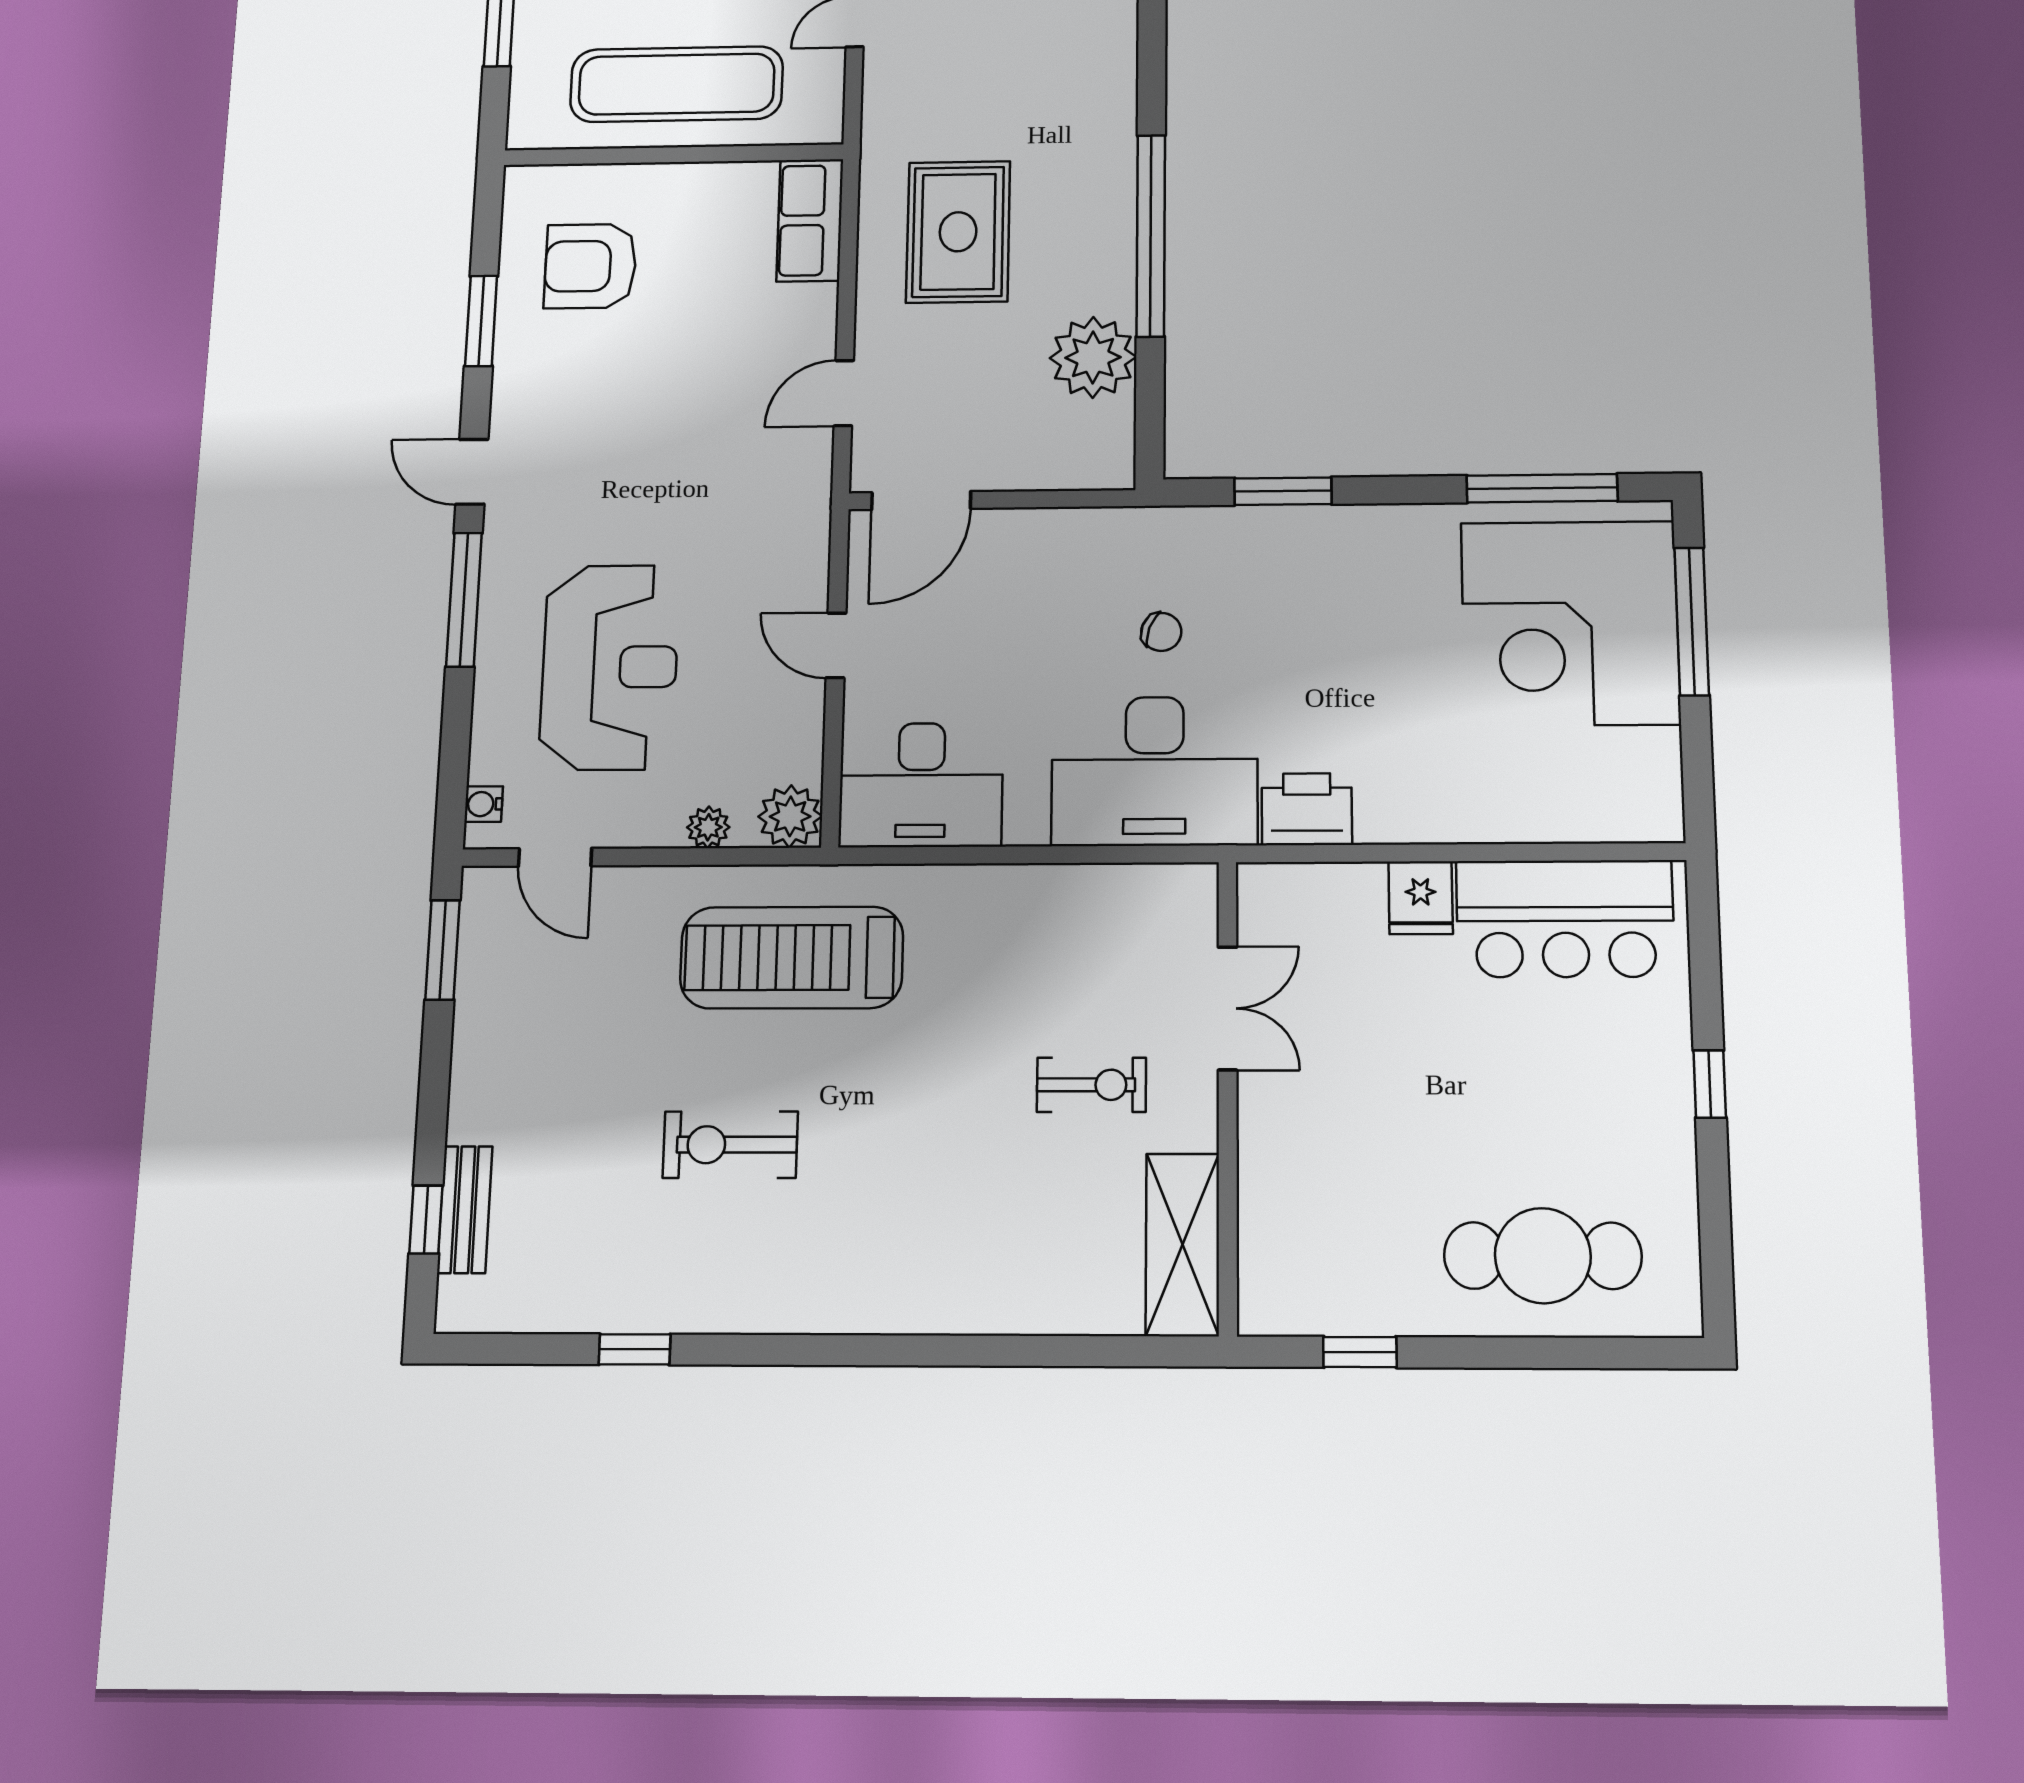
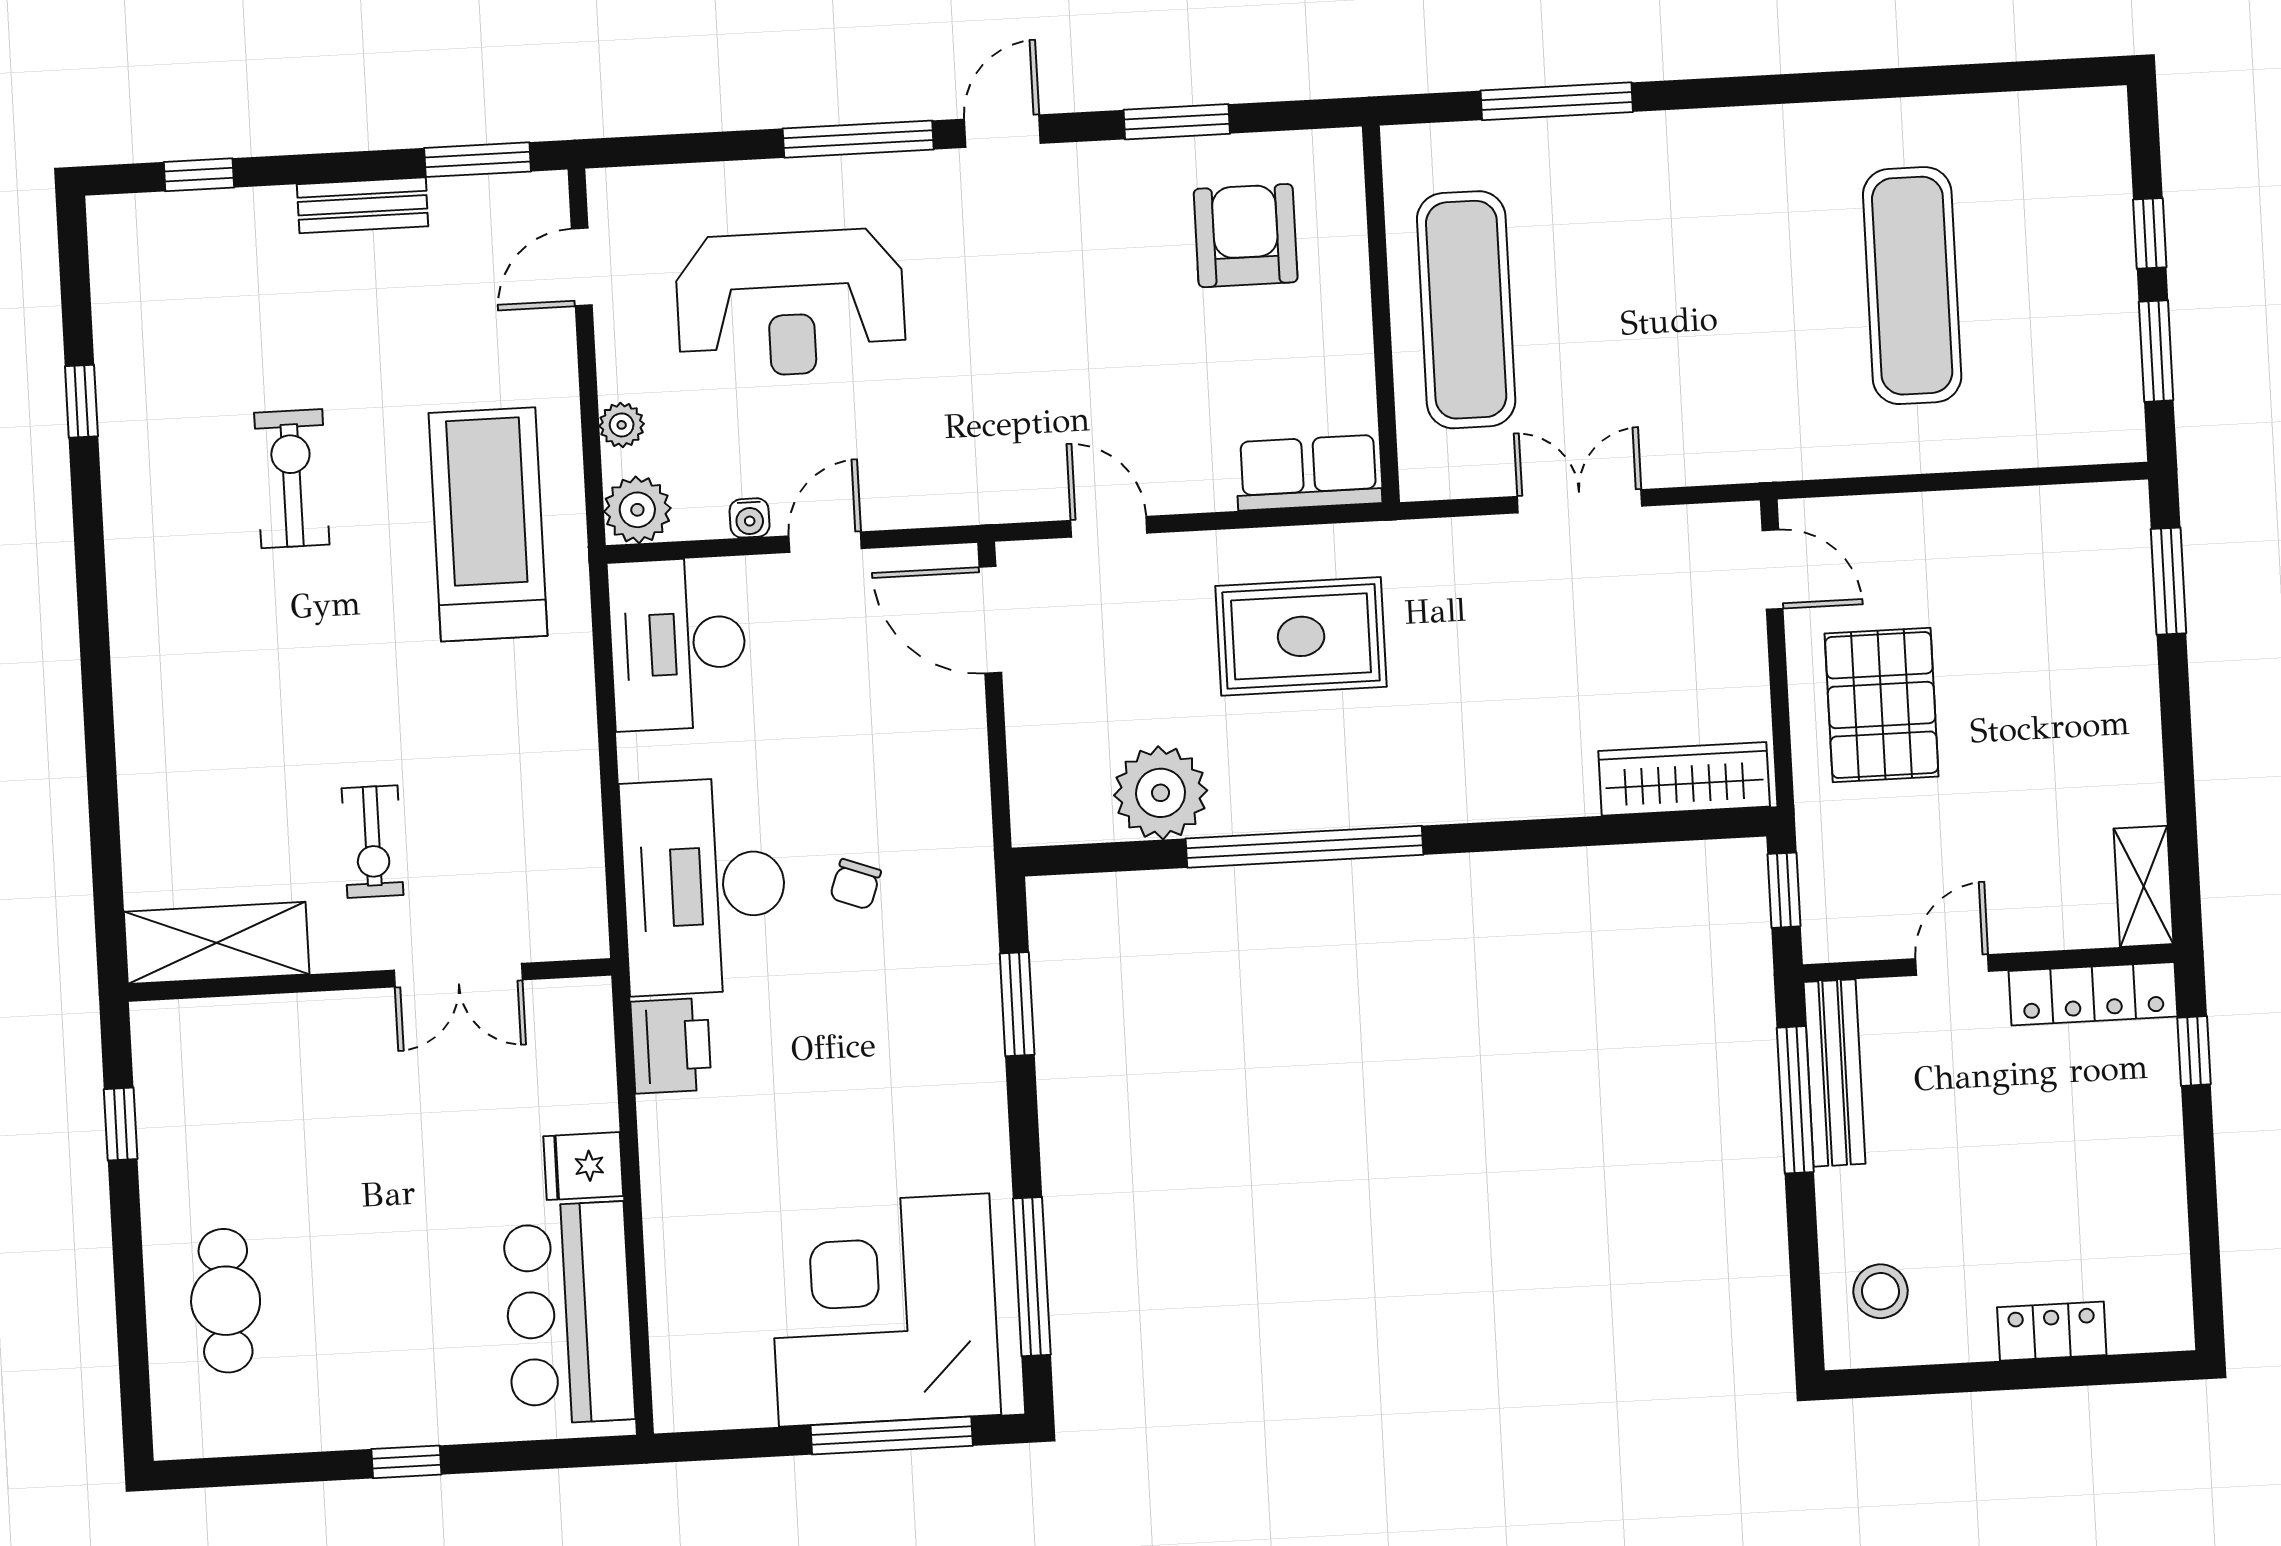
water cooler: (484, 804) -> (750, 518), moved, turned 180
bench: (465, 1210) -> (363, 205), moved
cafe table: (1543, 1256) -> (226, 1301), width x0.73, depth x0.74

